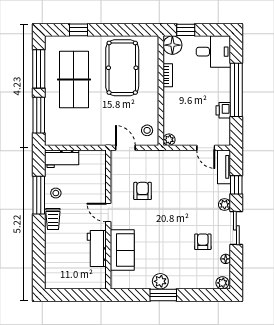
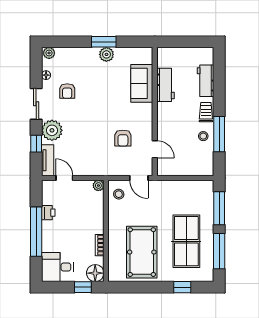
workbench: (62, 159) -> (206, 81), moved, turned -90
plant: (225, 205) -> (52, 130), width x1.88, depth x1.88
door: (108, 212) -> (155, 149), moved

